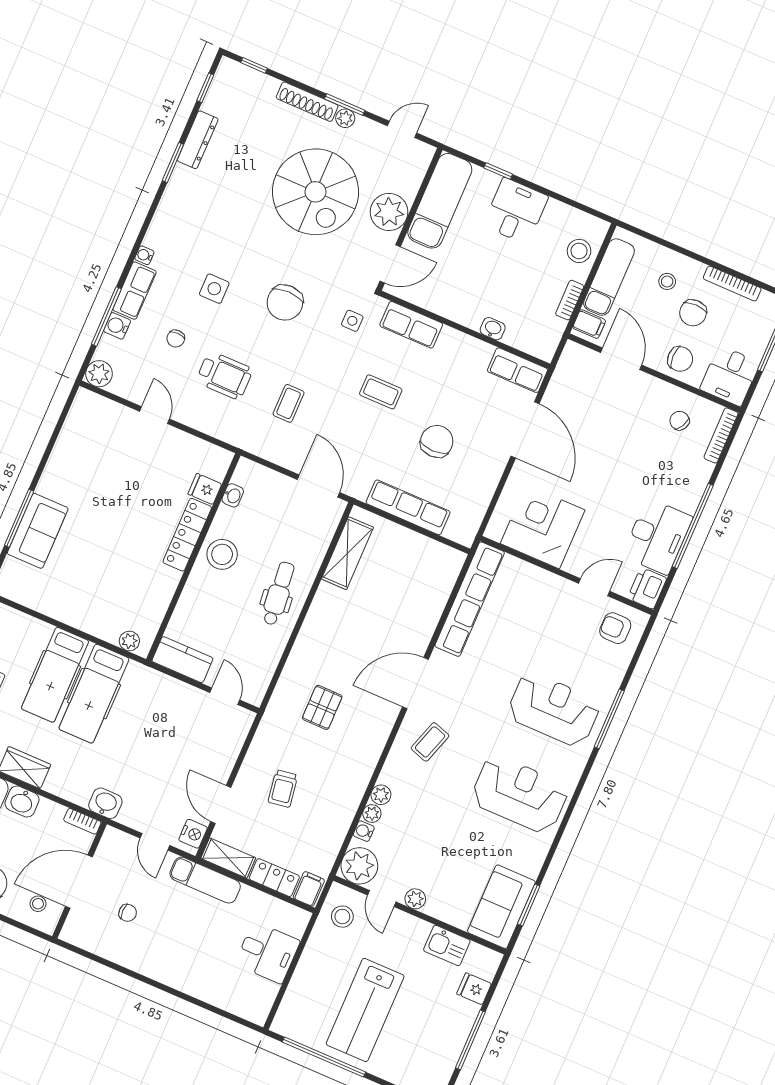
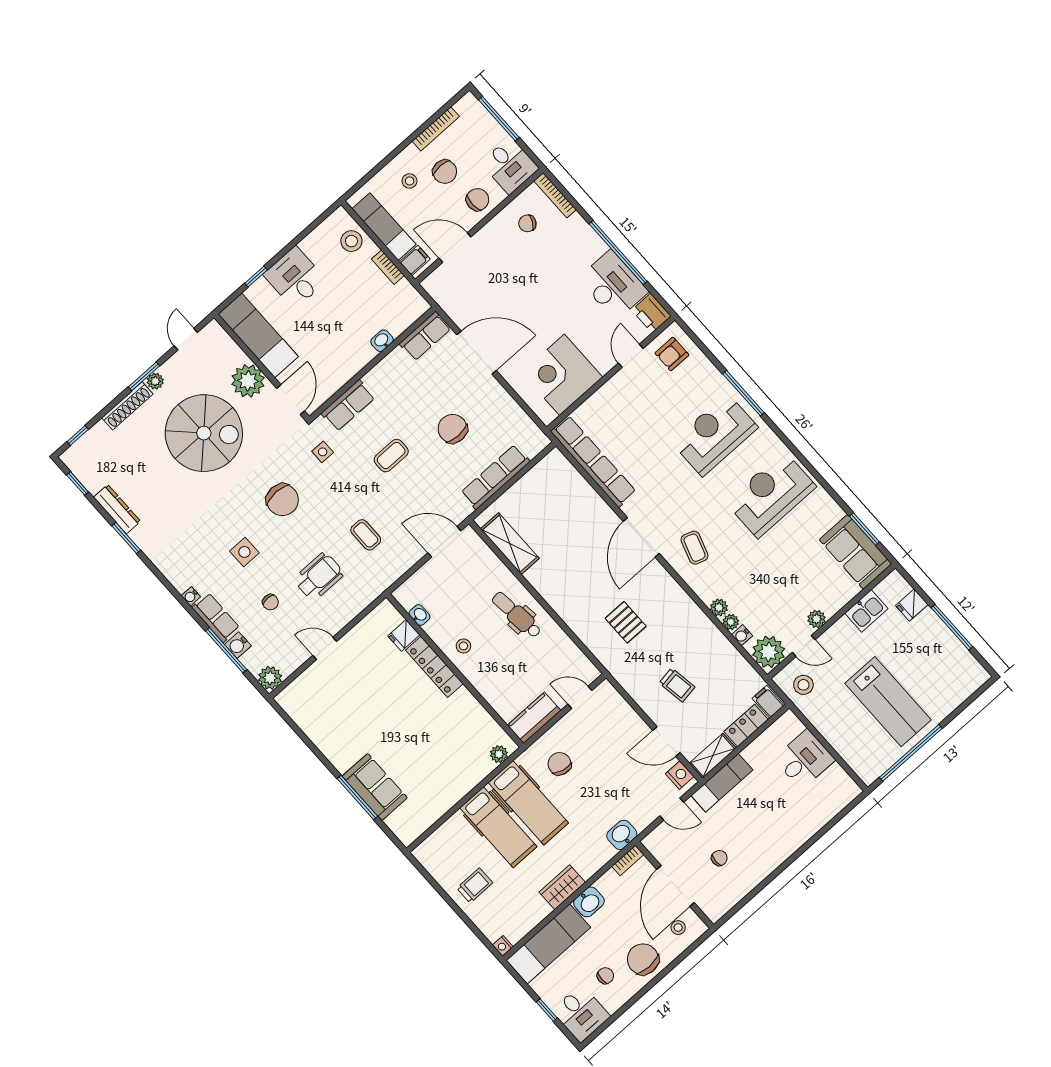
stool: (222, 554) -> (463, 646), width x0.53, depth x0.53
chair: (148, 707) -> (560, 764), added

